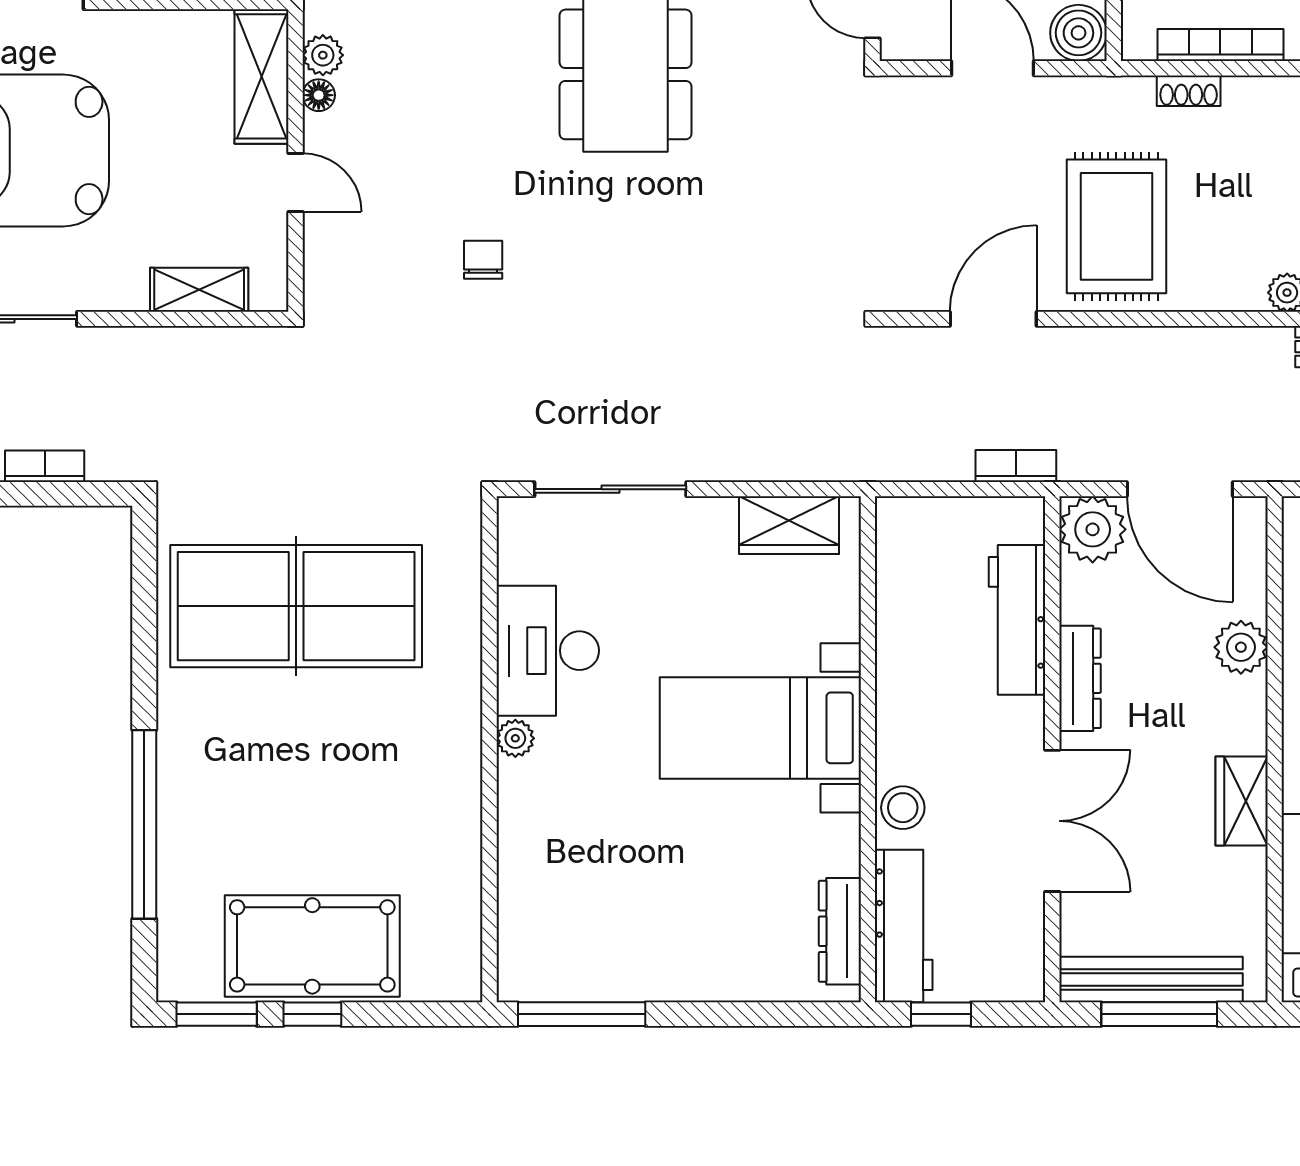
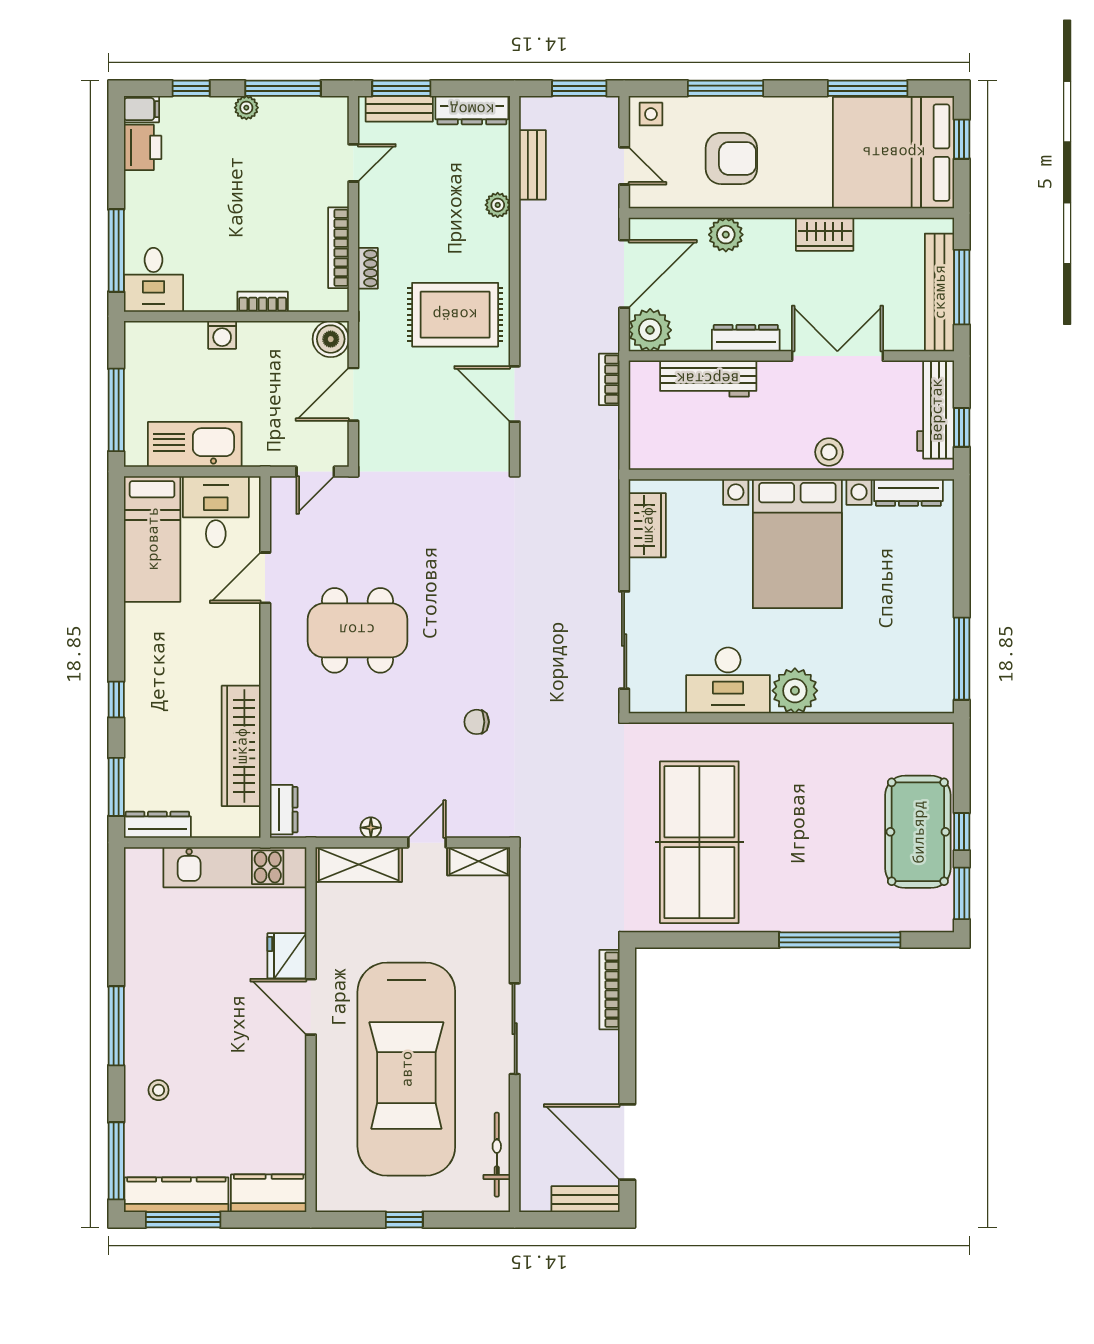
plant: (323, 55) -> (345, 825), removed
shelving: (199, 290) -> (479, 861), moved, turned 90
bookcase: (45, 466) -> (609, 990), width x1.56
bed with nightstands: (760, 728) -> (797, 544), width x1.36
plant: (515, 738) -> (795, 691), width x1.87, depth x1.87
workbench: (904, 926) -> (936, 410), moved, turned -90

